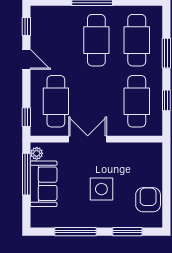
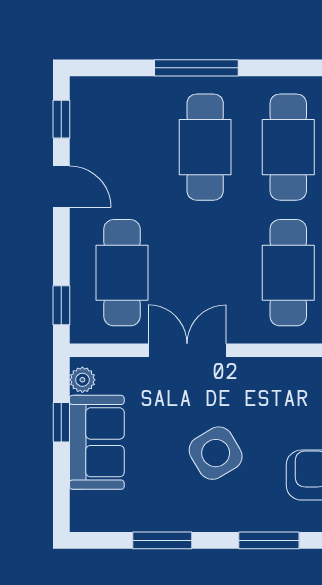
window: (26, 174) -> (61, 422), width x0.46
side table: (101, 189) -> (216, 453), turned -31
window: (76, 232) -> (162, 540), width x0.69

